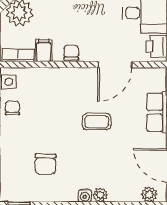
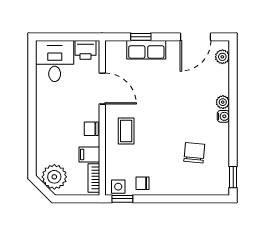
coffee table: (97, 122) -> (126, 131), moved
chair: (45, 164) -> (194, 153), turned -85

